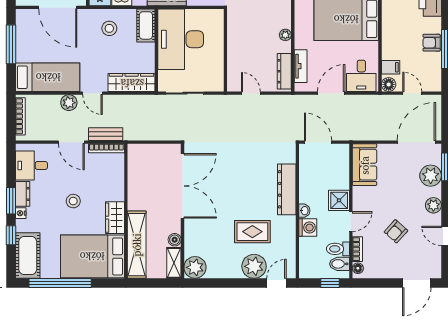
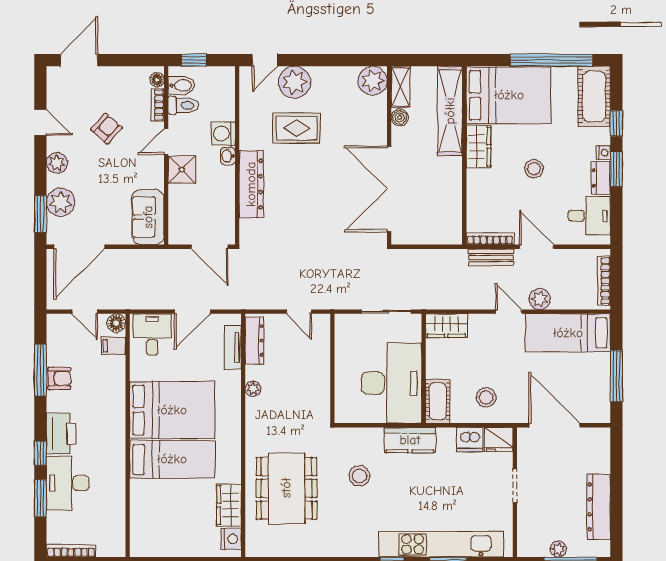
wardrobe: (132, 83) -> (446, 326), width x0.67

